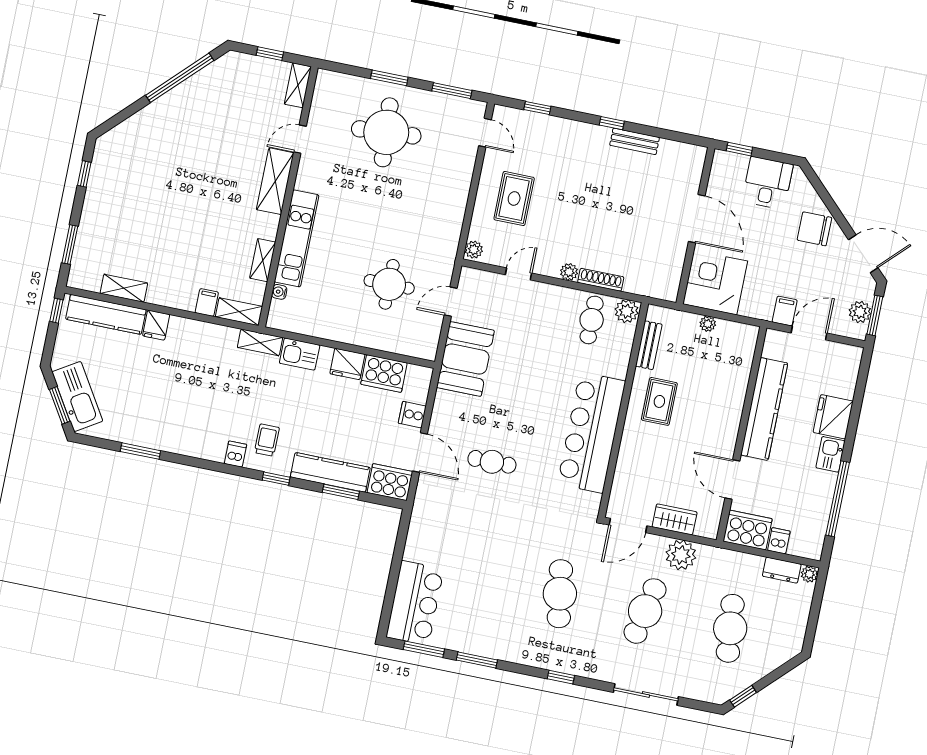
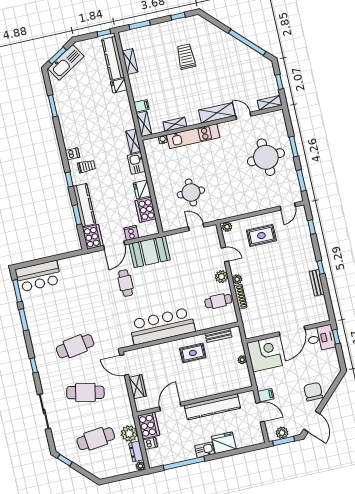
desk: (768, 183) -> (321, 338), moved
trolley: (158, 191) -> (186, 57), added
plant: (627, 311) -> (221, 277), moved
booth: (465, 359) -> (150, 252), moved
plant: (681, 555) -> (129, 433), moved

